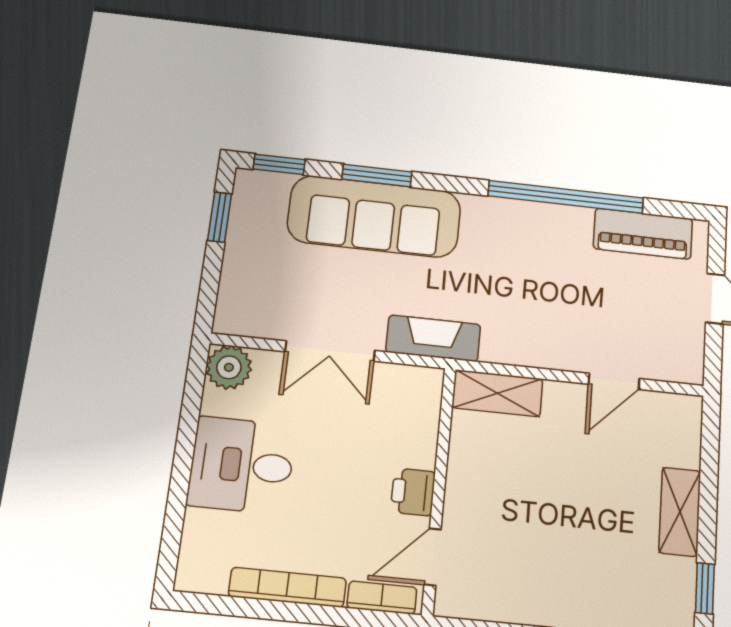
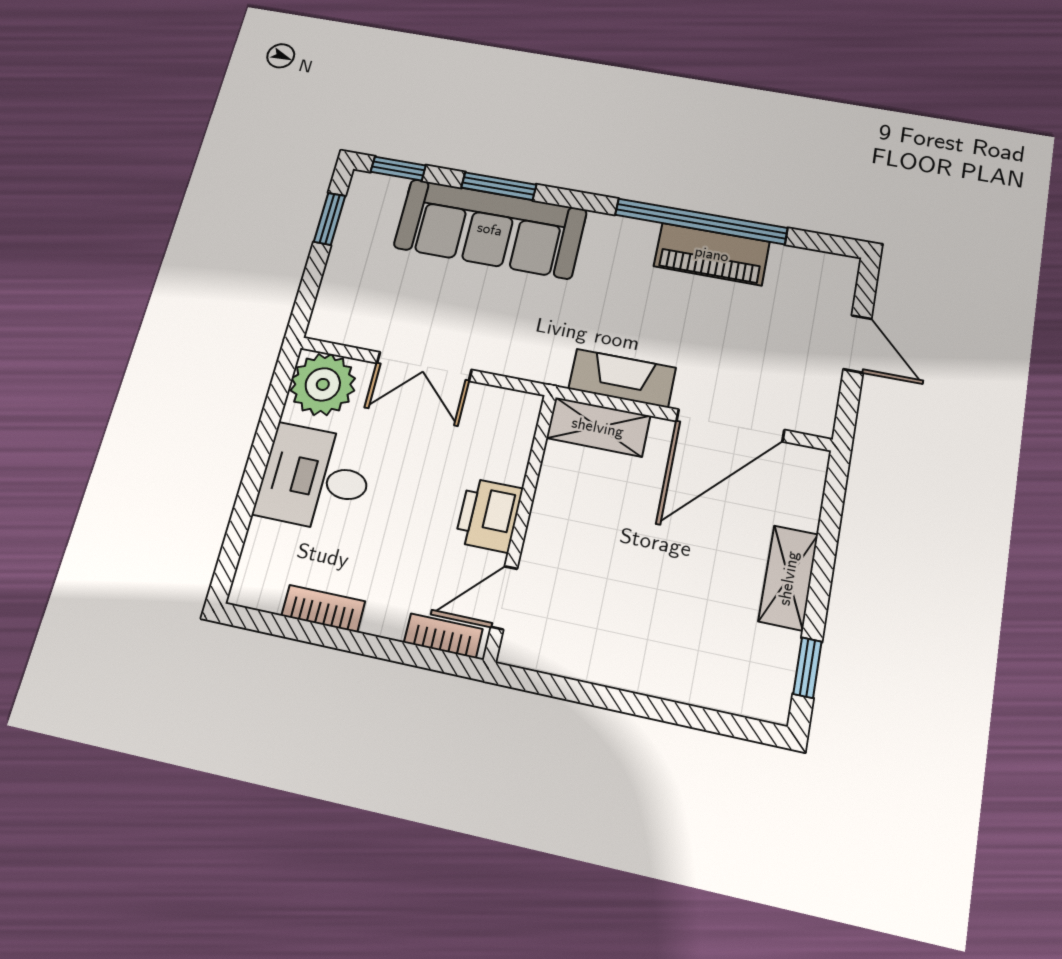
piano: (643, 234) -> (712, 254), moved
fireplace: (433, 338) -> (622, 378), moved
plant: (229, 367) -> (323, 384), width x1.36, depth x1.36
door: (614, 381) -> (730, 425), width x1.87
printer: (413, 492) -> (489, 515), width x1.36, depth x1.24
bookcase: (287, 587) -> (323, 608), width x0.64

